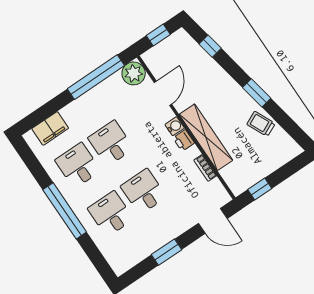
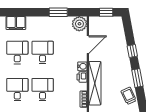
window: (210, 46) -> (132, 51), moved
window: (96, 77) -> (58, 12), width x0.47

